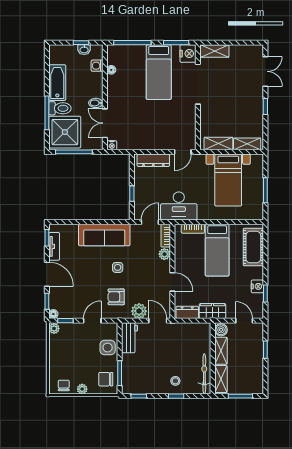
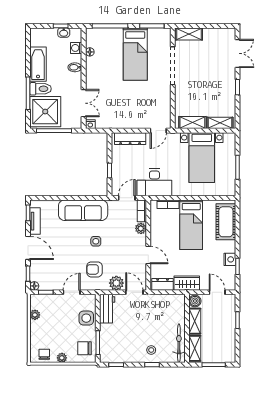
nightstand: (188, 54) -> (163, 36), removed
bidet: (96, 103) -> (75, 67), moved
double door: (105, 123) -> (84, 103), swing flipped
plant: (54, 328) -> (35, 315), moved

